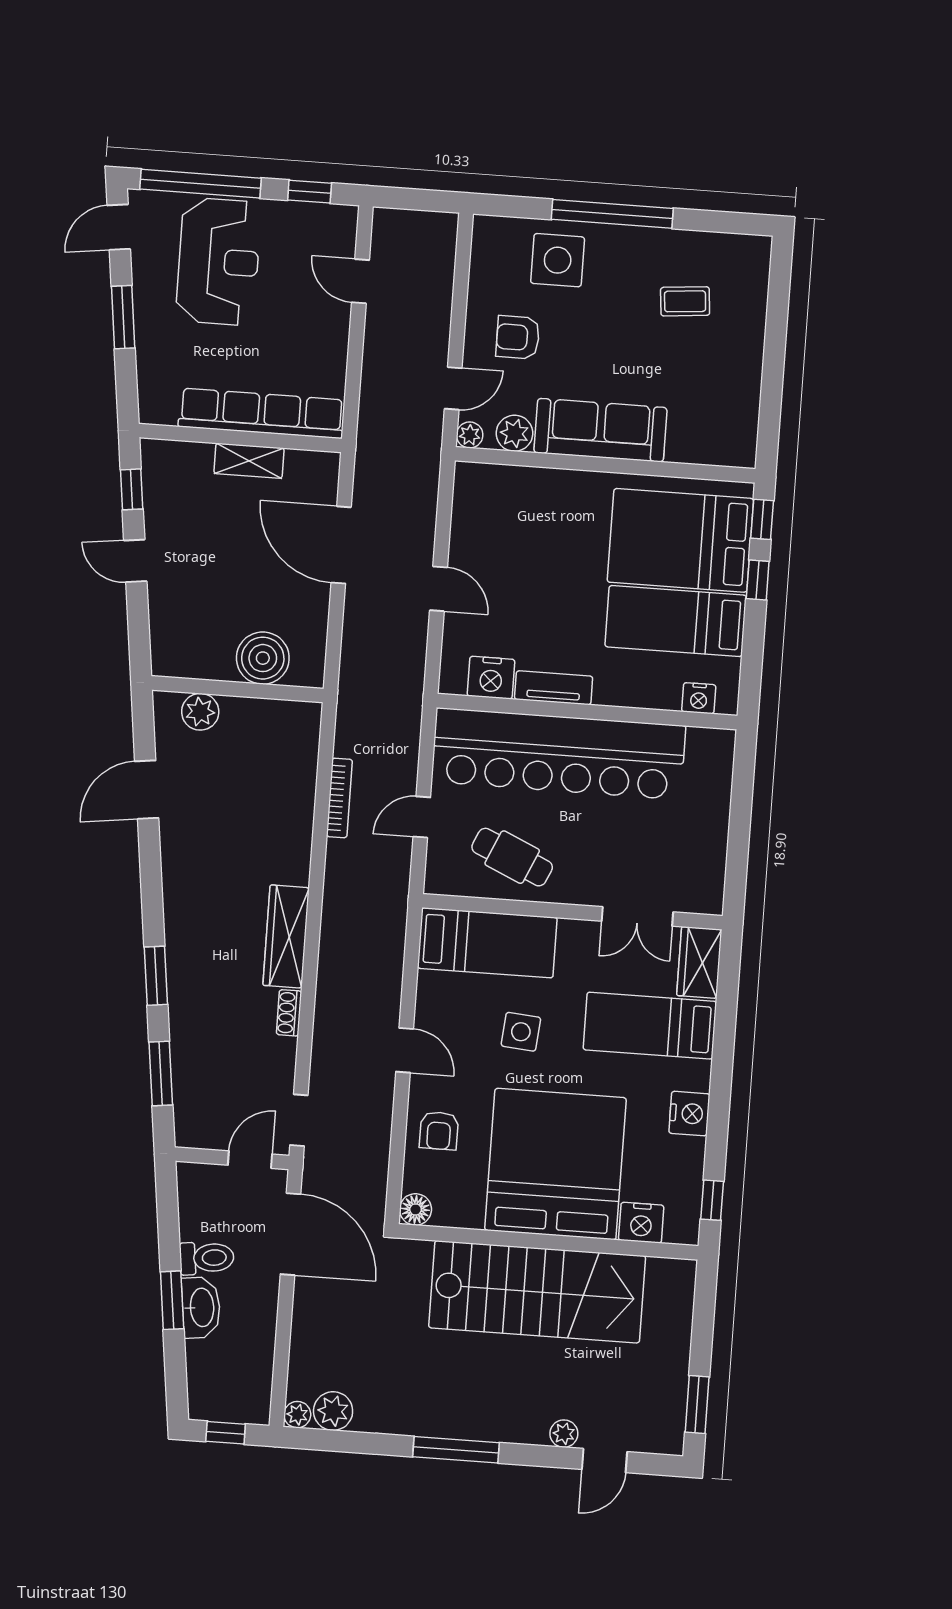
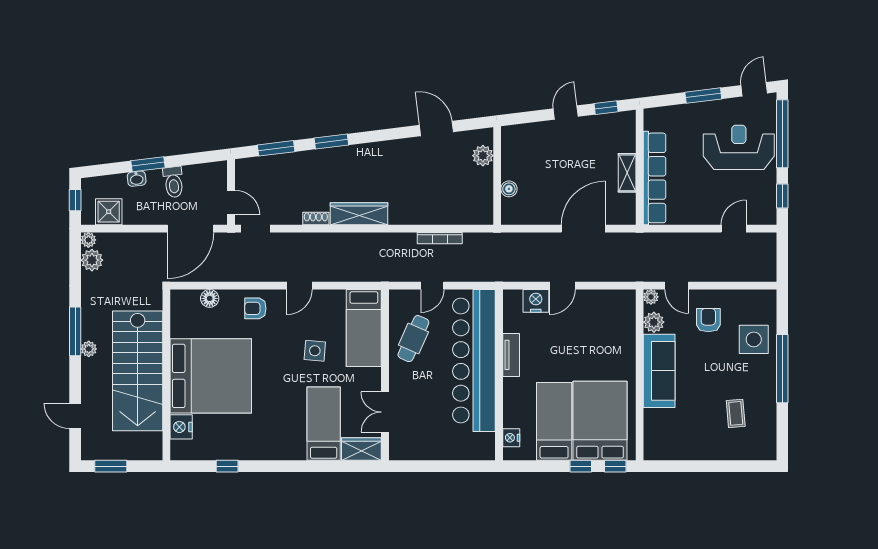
door: (119, 227) -> (754, 89), hinge flipped
reception desk: (219, 261) -> (739, 147), turned 180
boiler: (263, 658) -> (509, 189), width x0.54, depth x0.54
nightstand: (491, 678) -> (536, 301), moved, turned 90
door: (422, 817) -> (432, 286), swing flipped
nightstand: (689, 1114) -> (275, 450), removed
bed: (555, 1164) -> (211, 376), moved
nightstand: (641, 1223) -> (181, 427), moved
wall: (548, 1242) -> (166, 375), moved
stairs: (537, 1292) -> (138, 371), moved
washbasin: (201, 1307) -> (137, 179), width x0.52, depth x0.69
shower: (250, 1375) -> (109, 212), added
plant: (564, 1434) -> (89, 349), moved

